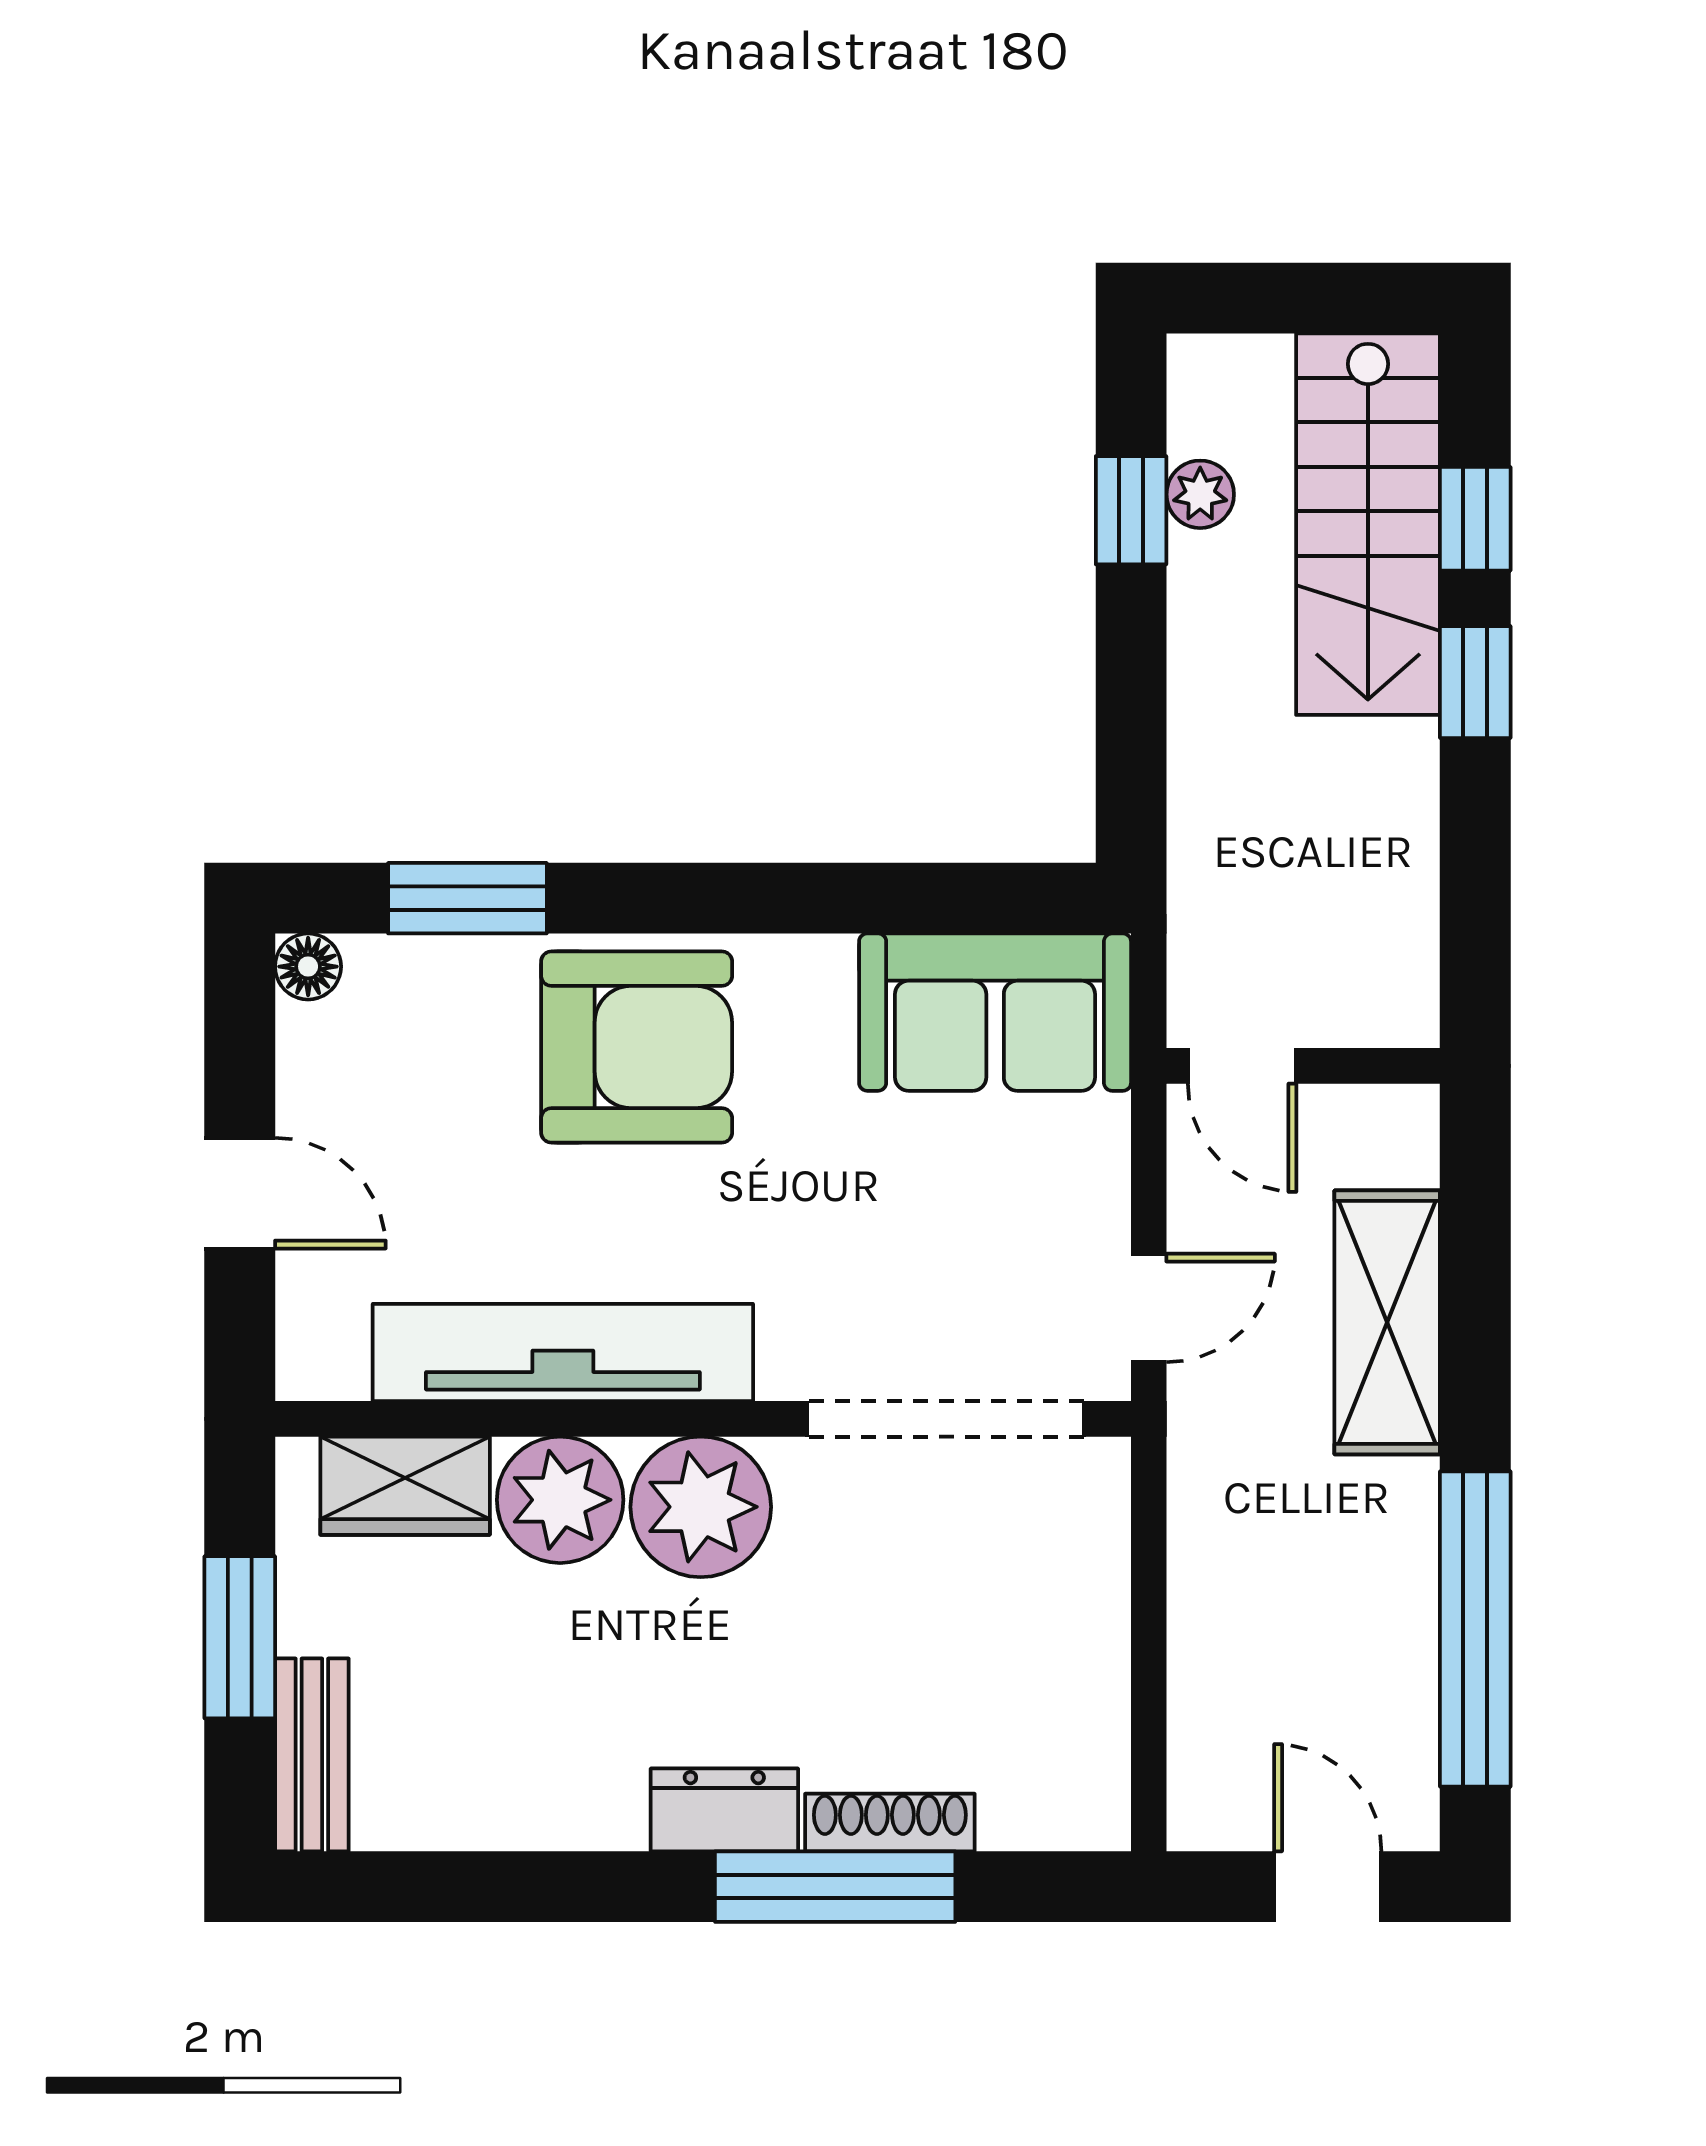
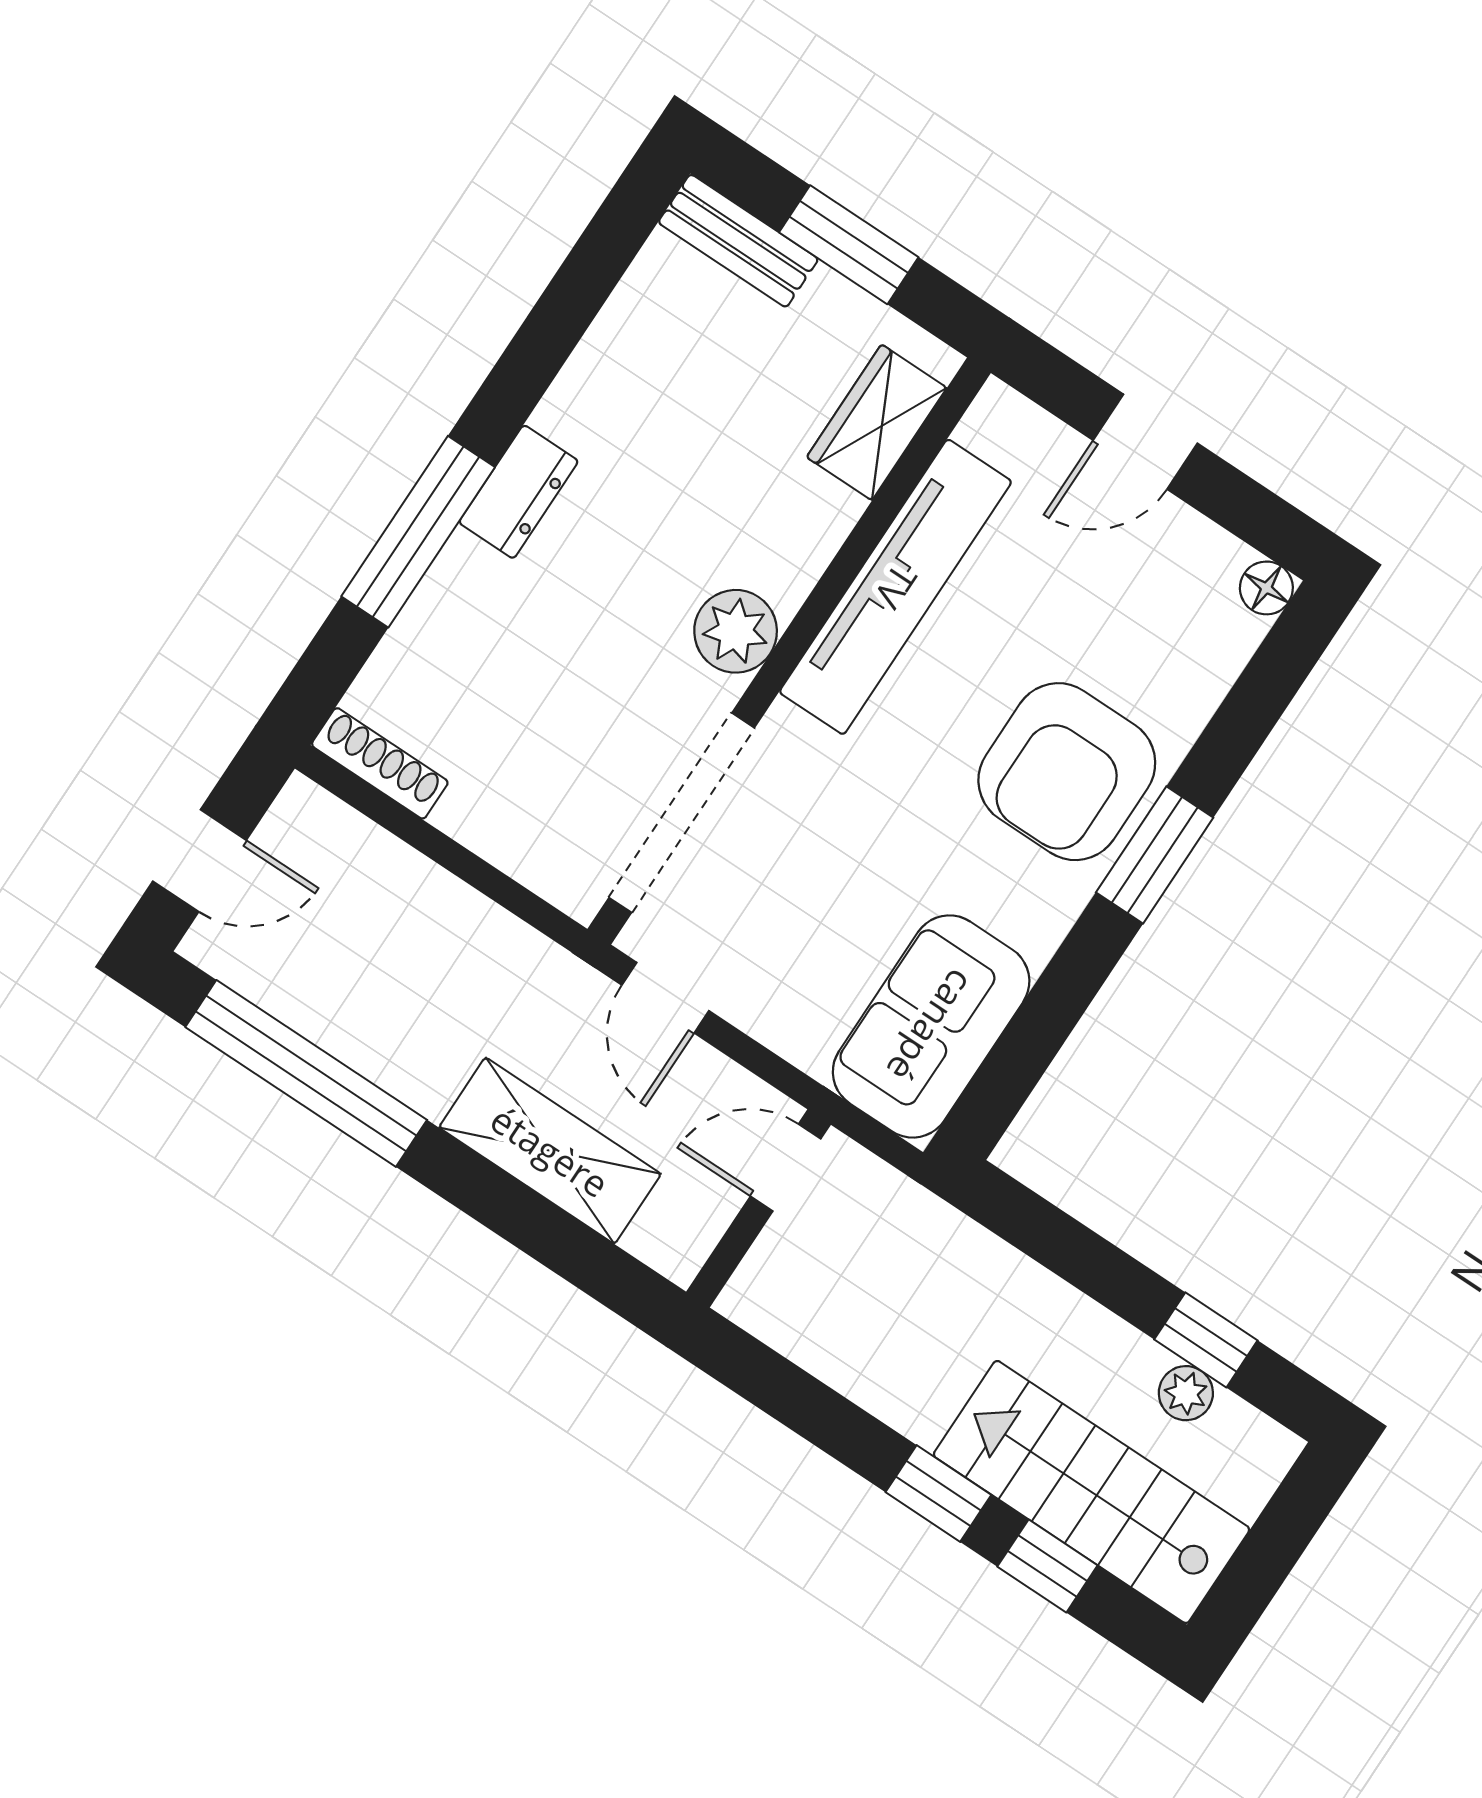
window: (467, 898) -> (1155, 855), moved
plant: (560, 1500) -> (798, 520), removed
plant: (701, 1507) -> (736, 631), width x0.73, depth x0.73
shoe rack: (890, 1822) -> (380, 763), moved, turned -90

